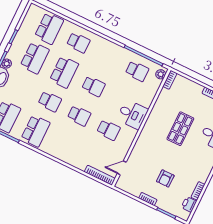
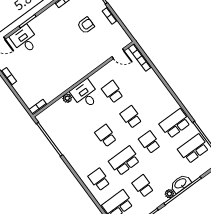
school desk: (35, 58) -> (143, 186), width x0.54
school desk: (137, 71) -> (62, 129), removed
plant: (161, 74) -> (67, 98), moved
shop shelf: (180, 129) -> (51, 61), removed

